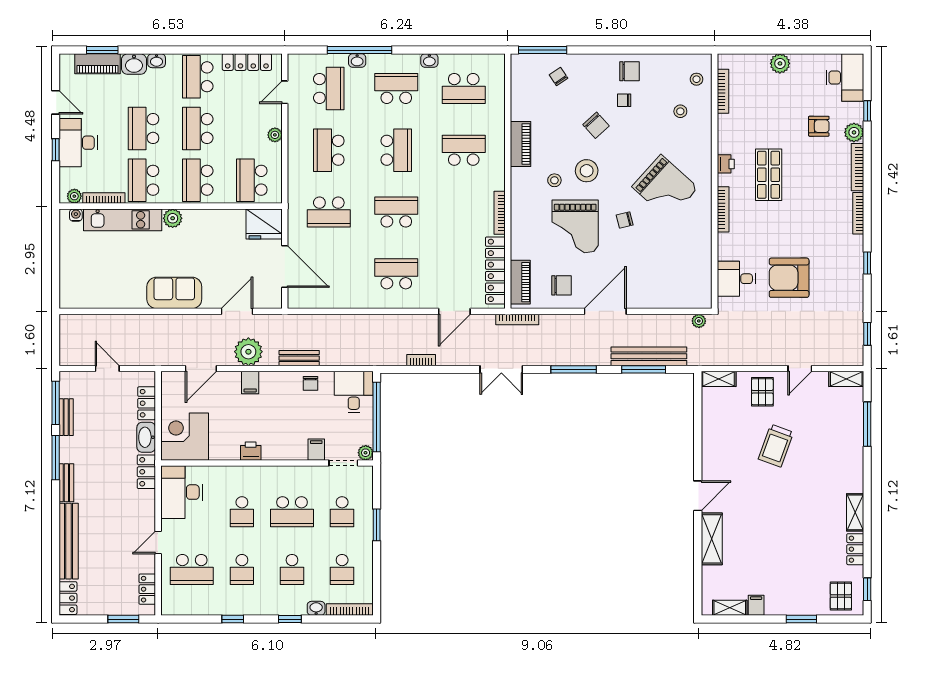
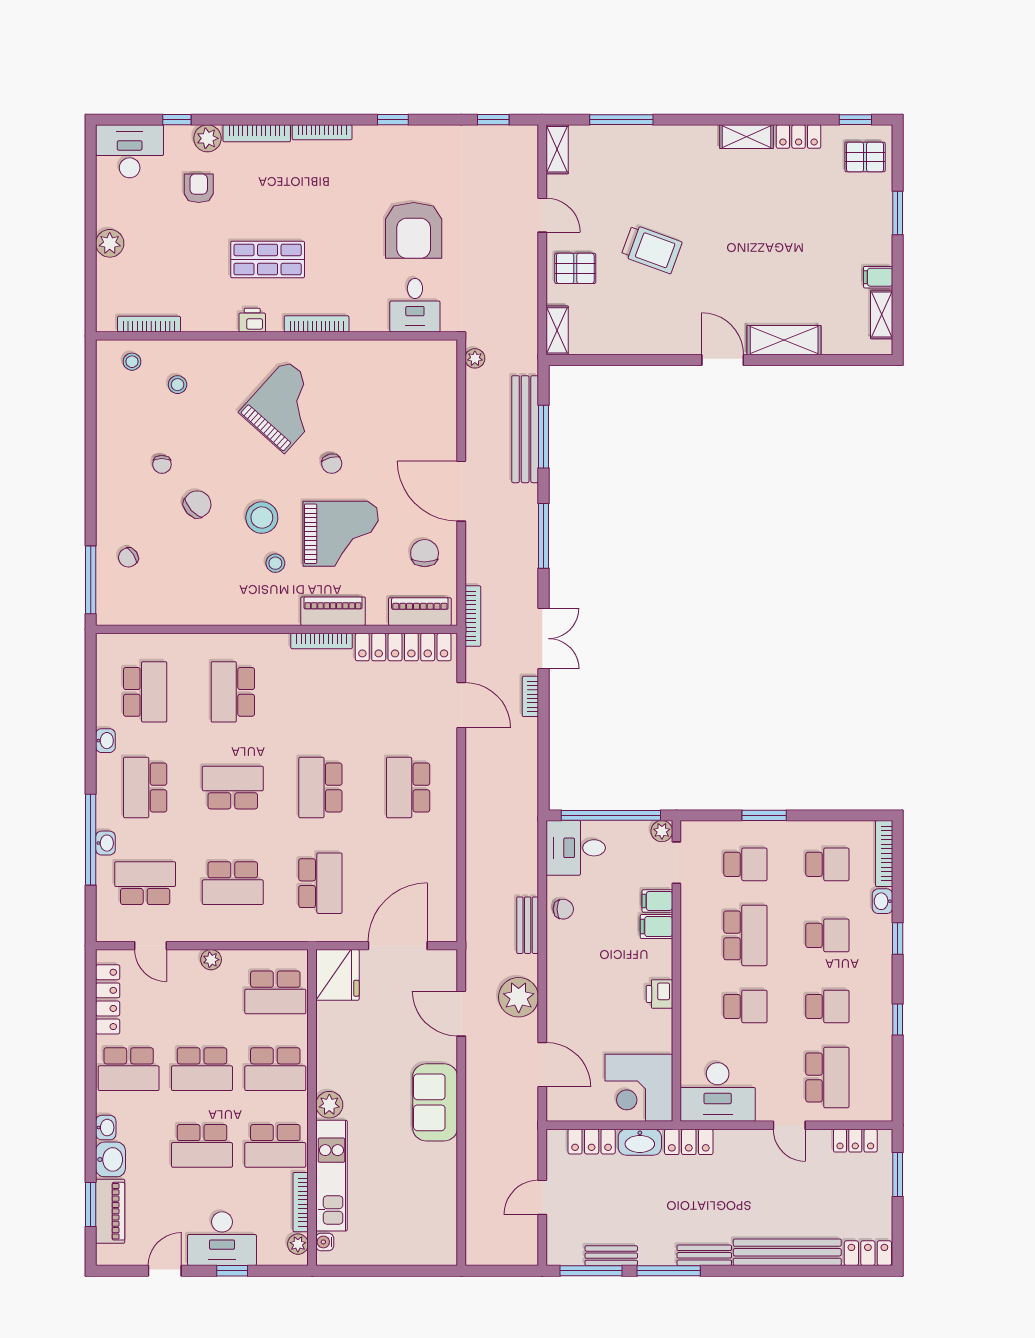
chair: (629, 71) -> (121, 457), removed
piano: (521, 144) -> (333, 611), moved
bookcase: (421, 360) -> (530, 696), moved
filing cabinet: (250, 382) -> (656, 927), moved, turned 180

